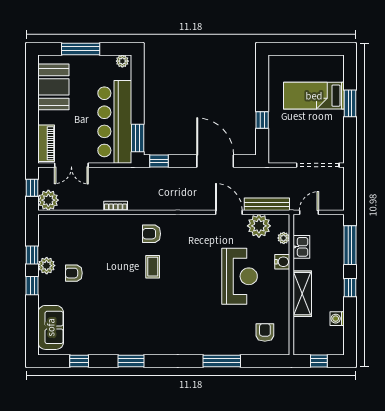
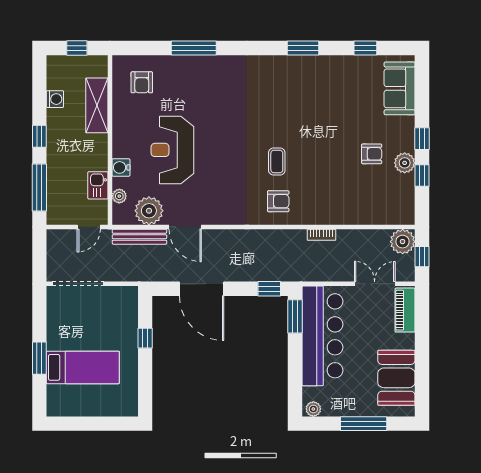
shelving: (302, 294) -> (97, 105), moved

